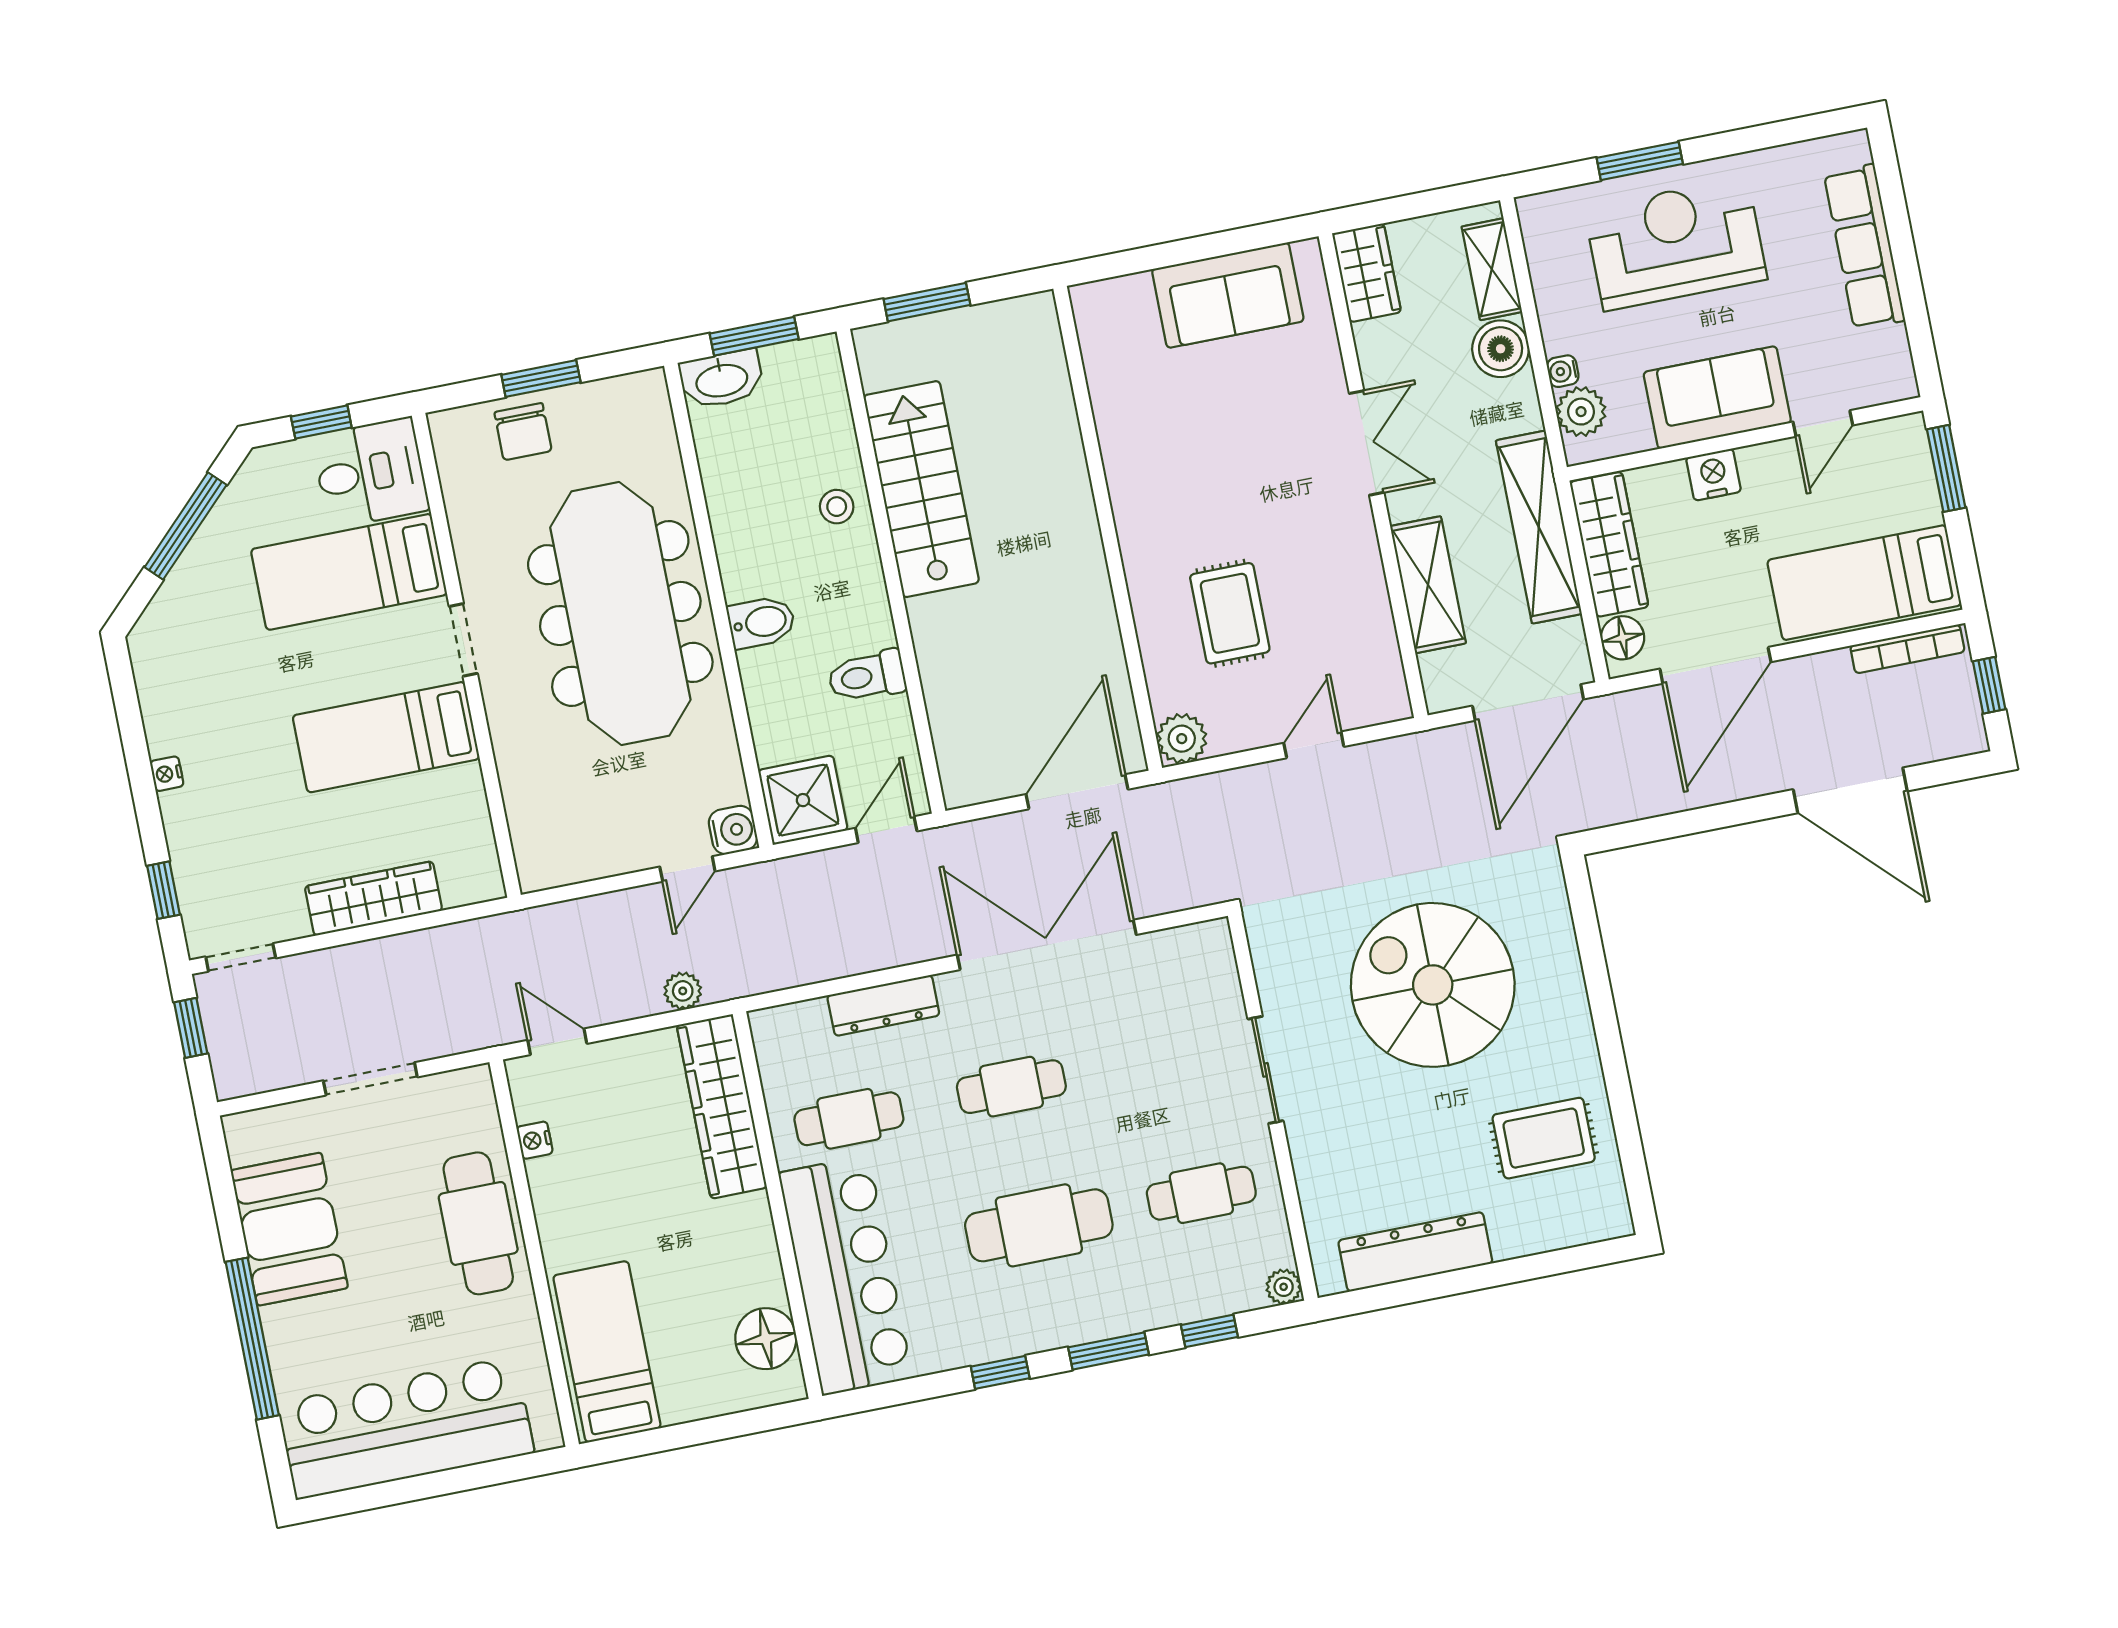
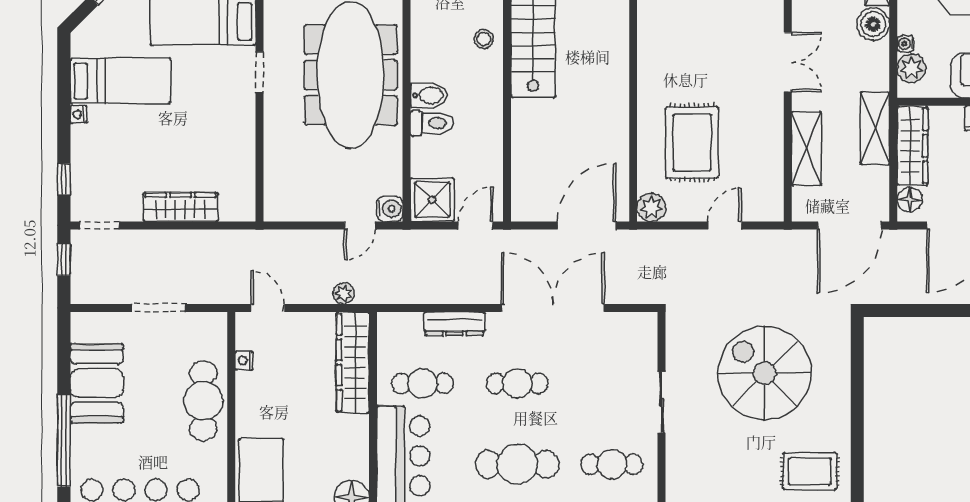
shelving: (1539, 527) -> (875, 128), width x0.68
rug: (1230, 613) -> (692, 142), width x1.36, depth x1.43
toilet: (867, 676) -> (432, 123), moved, turned 180
bed: (386, 737) -> (120, 81), moved, turned 180

